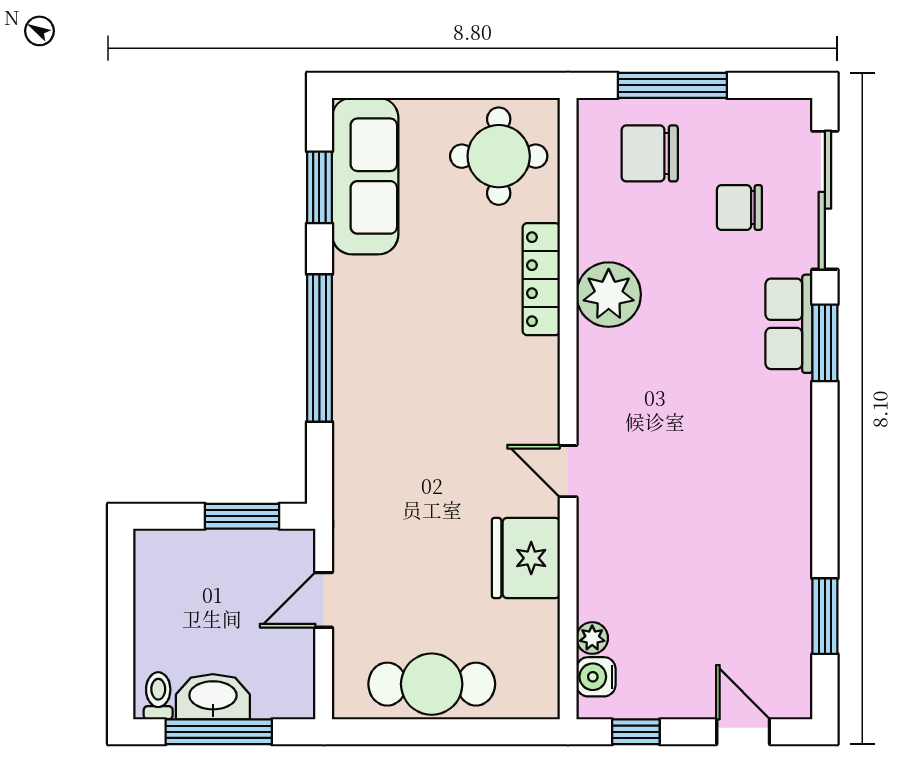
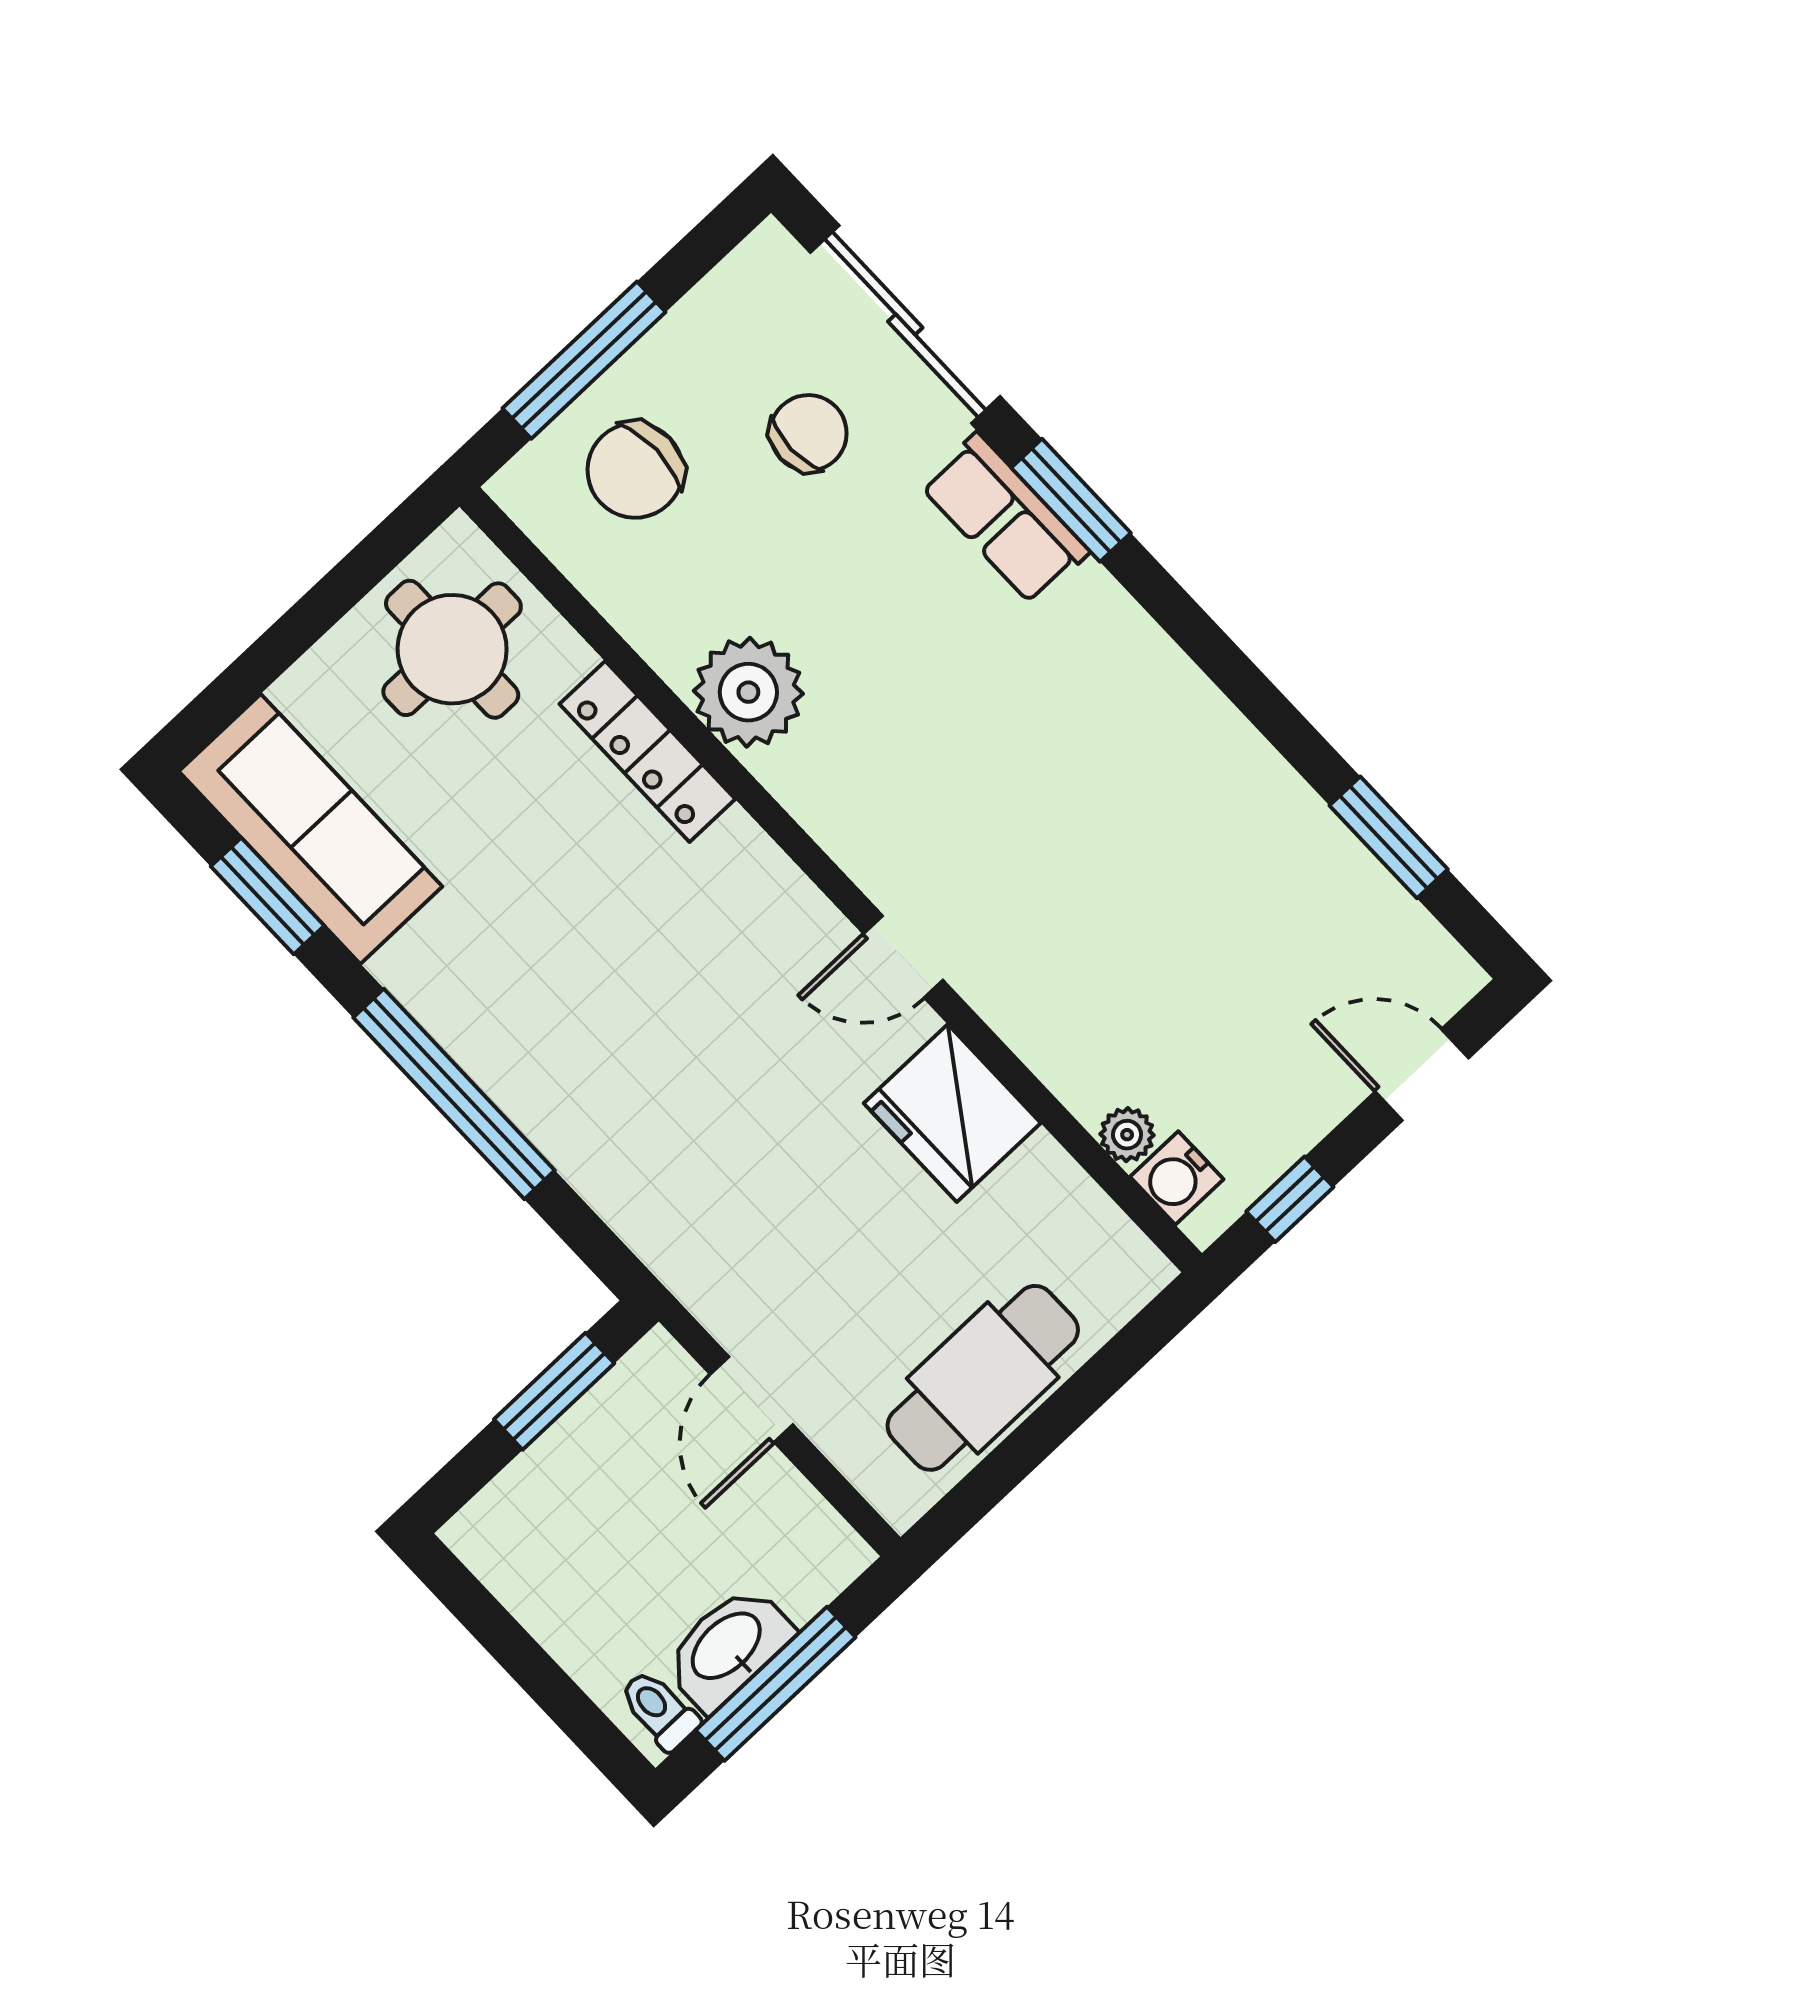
chair: (739, 208) -> (808, 433), turned 180

